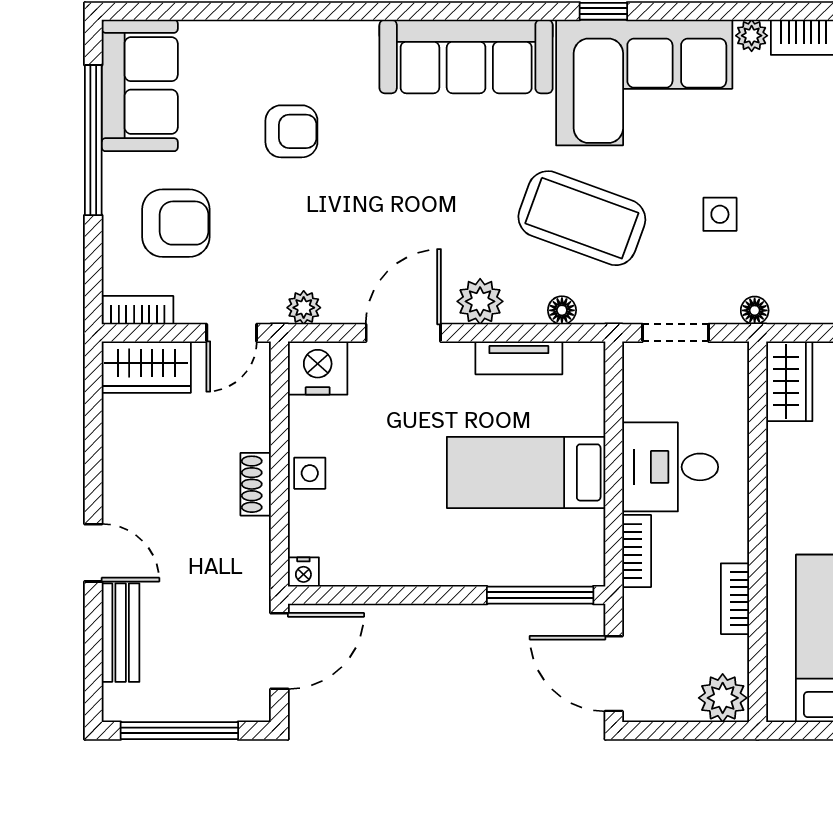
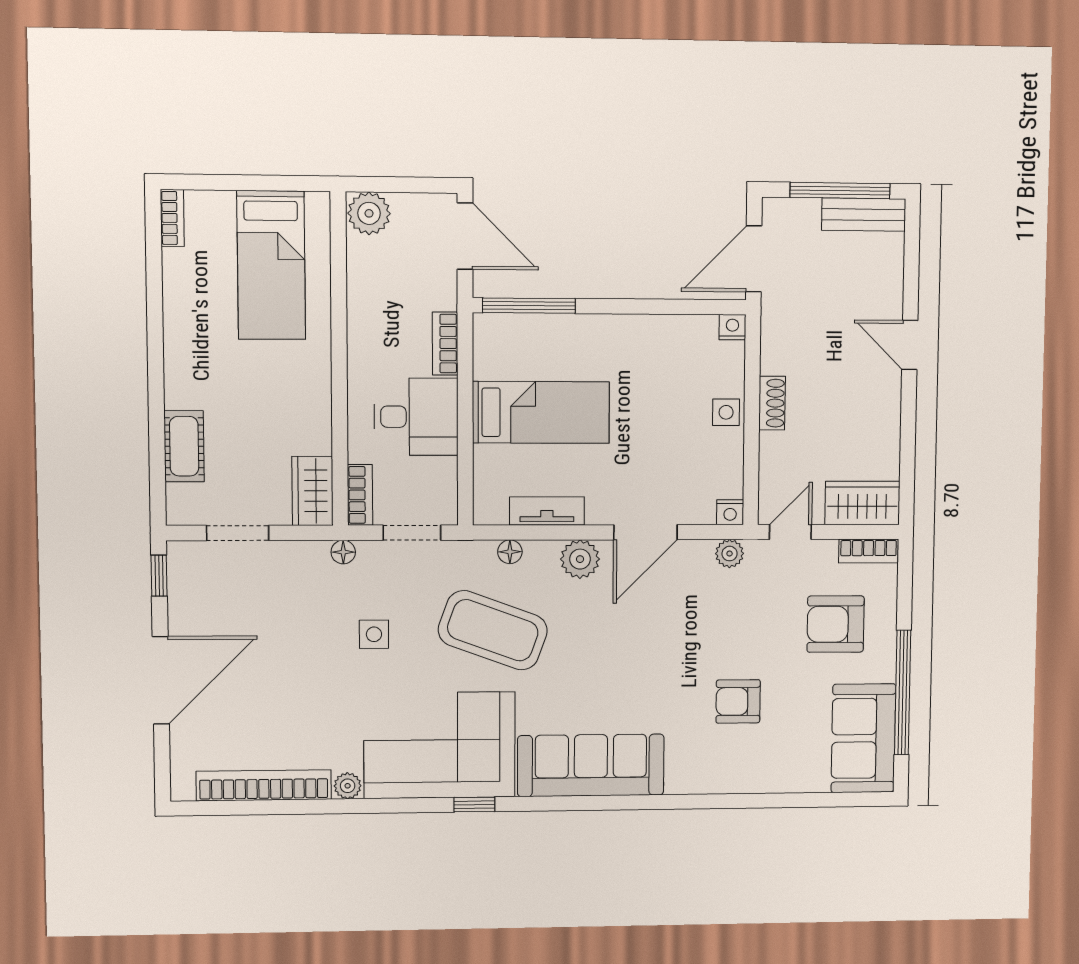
nightstand: (318, 368) -> (730, 512), width x0.53, depth x0.56
bookcase: (735, 599) -> (360, 495), moved
bench: (121, 633) -> (864, 215), moved, turned 90

